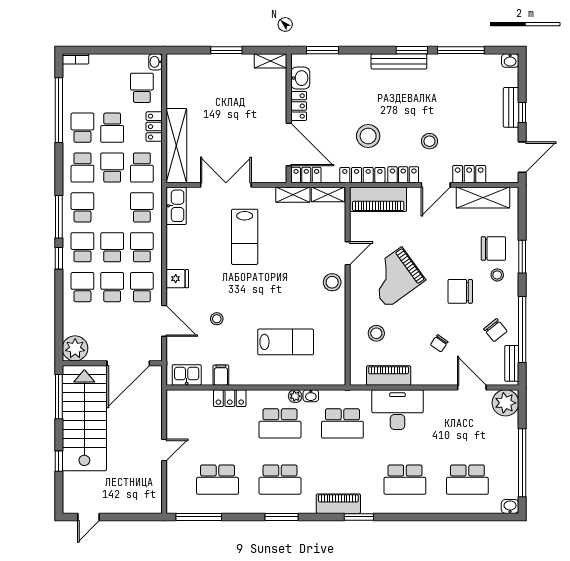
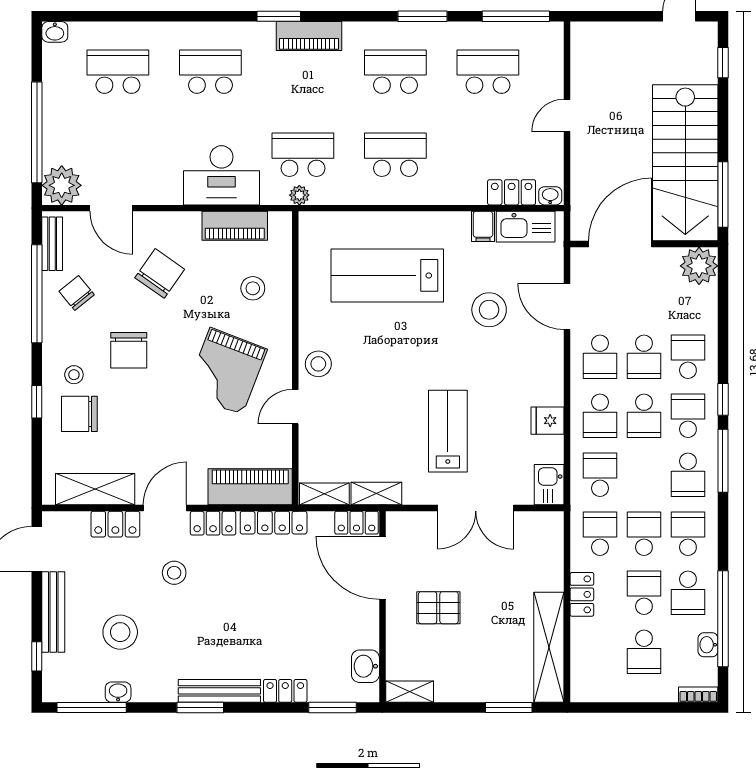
window: (226, 50) -> (509, 708), moved
window: (461, 50) -> (92, 708), moved
washbasin: (510, 61) -> (118, 692), moved
washbasin: (155, 62) -> (708, 645), moved, turned 180
school desk: (142, 88) -> (644, 652), moved
locker: (299, 106) -> (285, 691), moved, turned 90
bench: (511, 107) -> (53, 612), width x1.36
window: (522, 112) -> (37, 656), moved
pallet: (251, 118) -> (438, 608), added
stool: (368, 136) -> (120, 632), moved
shelving: (176, 146) -> (549, 647), moved
school desk: (112, 168) -> (644, 534), turned 180
kitchen sink: (176, 206) -> (549, 485), width x0.73
school desk: (142, 207) -> (600, 475), turned 180
school desk: (82, 247) -> (688, 416), turned 180
window: (522, 257) -> (37, 402), width x0.67
grand piano: (394, 277) -> (226, 371), turned 147
fridge: (177, 279) -> (548, 421), moved
school desk: (82, 287) -> (688, 357), turned 180
chair: (460, 291) -> (129, 350), turned 90
stool: (217, 319) -> (489, 310), width x1.89, depth x1.89
lab bench: (286, 342) -> (387, 275), width x1.36, depth x1.39
chair: (439, 343) -> (160, 273), width x1.87, depth x1.87
kitchen sink: (187, 375) -> (526, 227), width x1.38
plant: (295, 396) -> (299, 195), moved
washbasin: (311, 396) -> (550, 196), moved
locker: (230, 398) -> (512, 192), moved
window: (59, 461) -> (723, 63), moved
window: (522, 463) -> (37, 132), moved
window: (282, 517) -> (423, 16), moved

